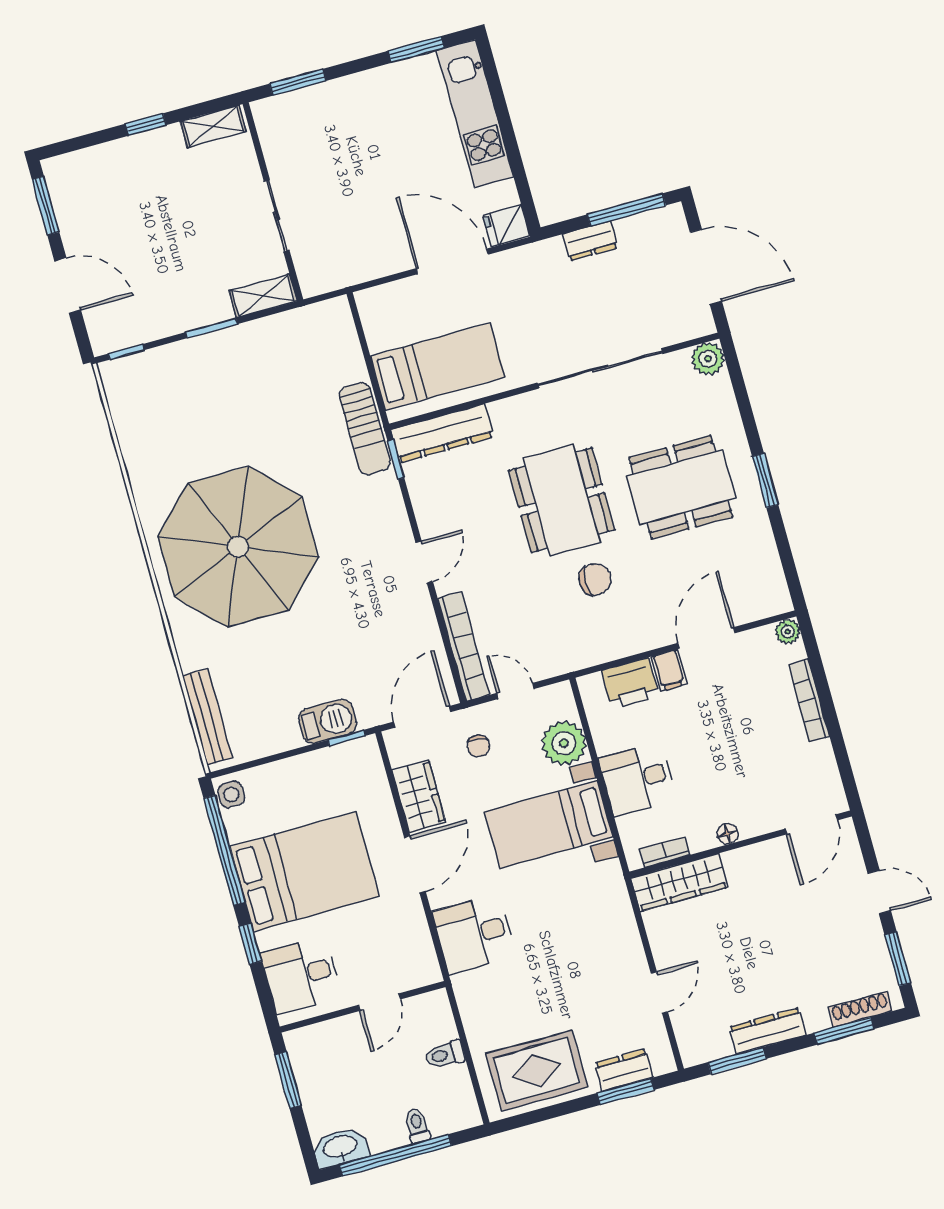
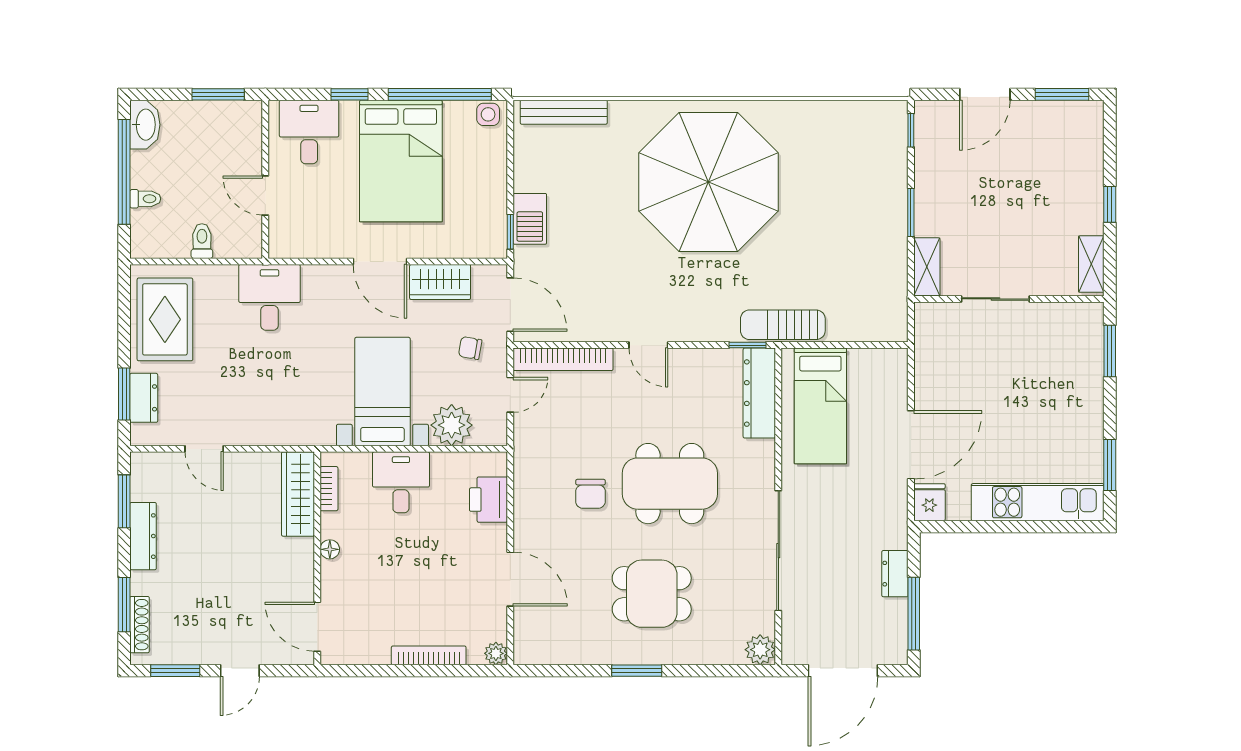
dining table: (681, 487) -> (652, 594), width x0.73
filing cabinet: (669, 670) -> (491, 537), removed
desk: (474, 934) -> (269, 297), moved

